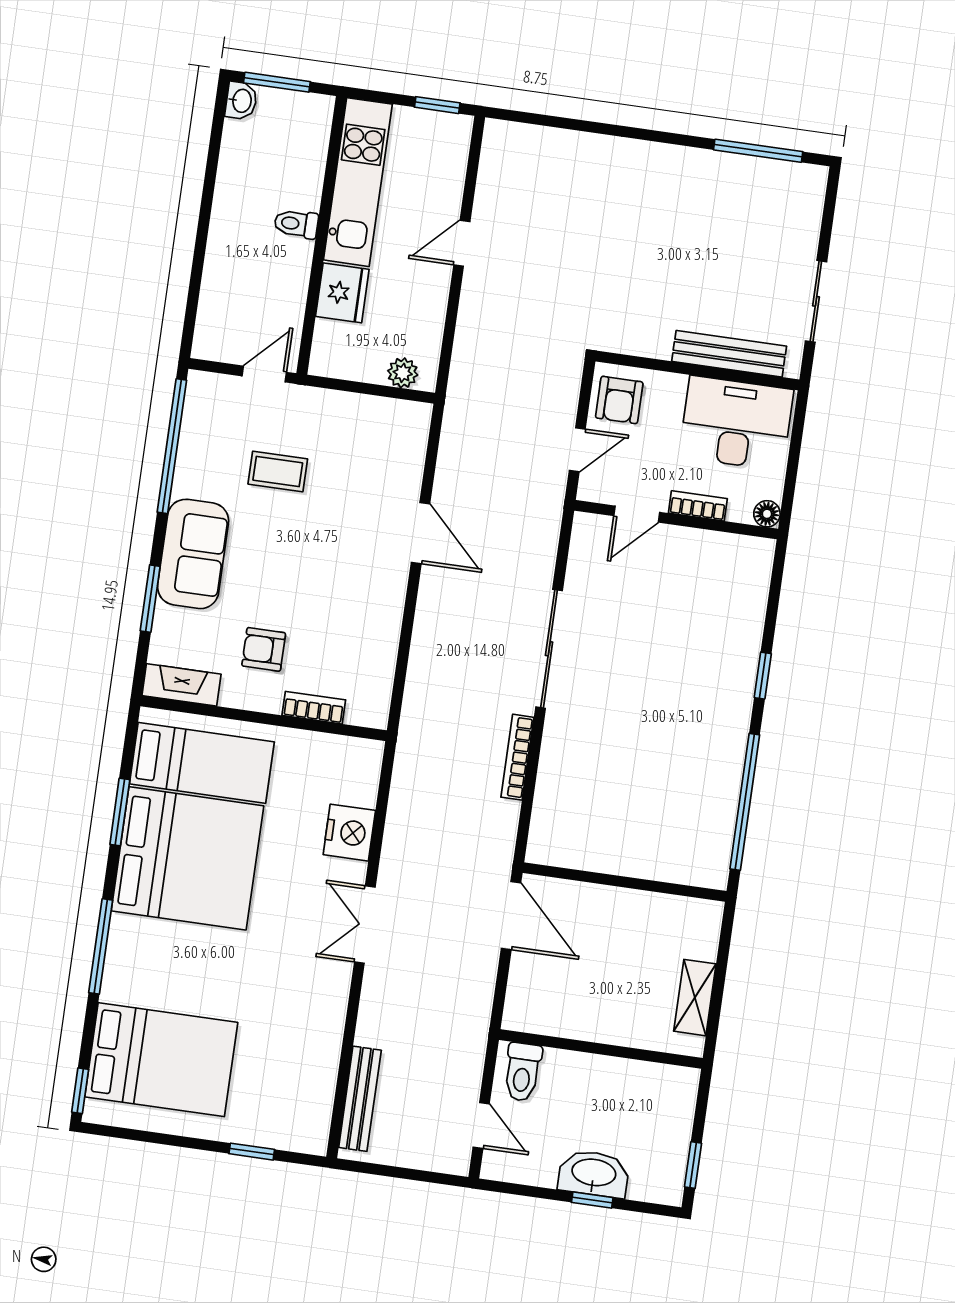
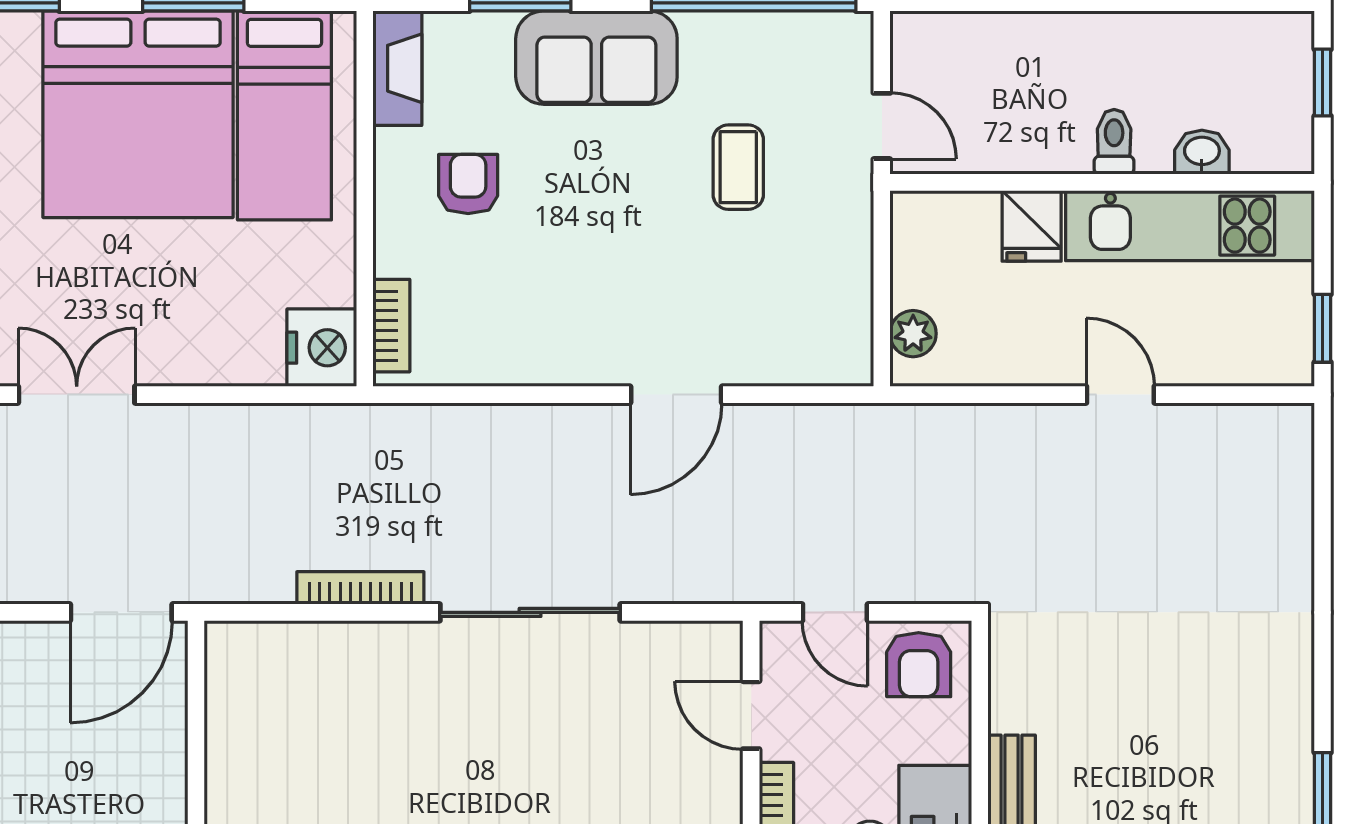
window: (277, 82) -> (1323, 83), width x0.67
washbasin: (241, 101) -> (1202, 152), moved, turned 180
fridge: (342, 293) -> (1032, 226), width x0.72
armchair: (619, 400) -> (919, 665), turned -90
bookcase: (314, 708) -> (391, 326), moved
nightstand: (349, 833) -> (322, 348), moved, turned -90

